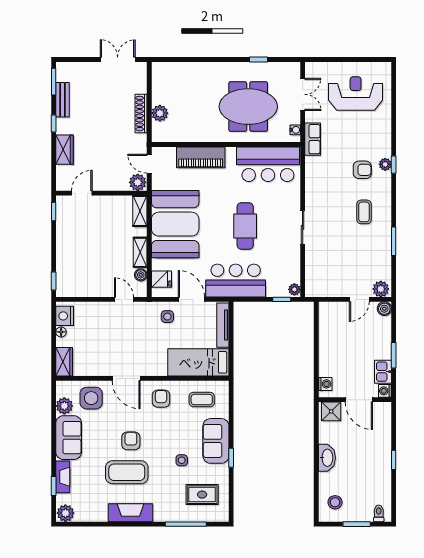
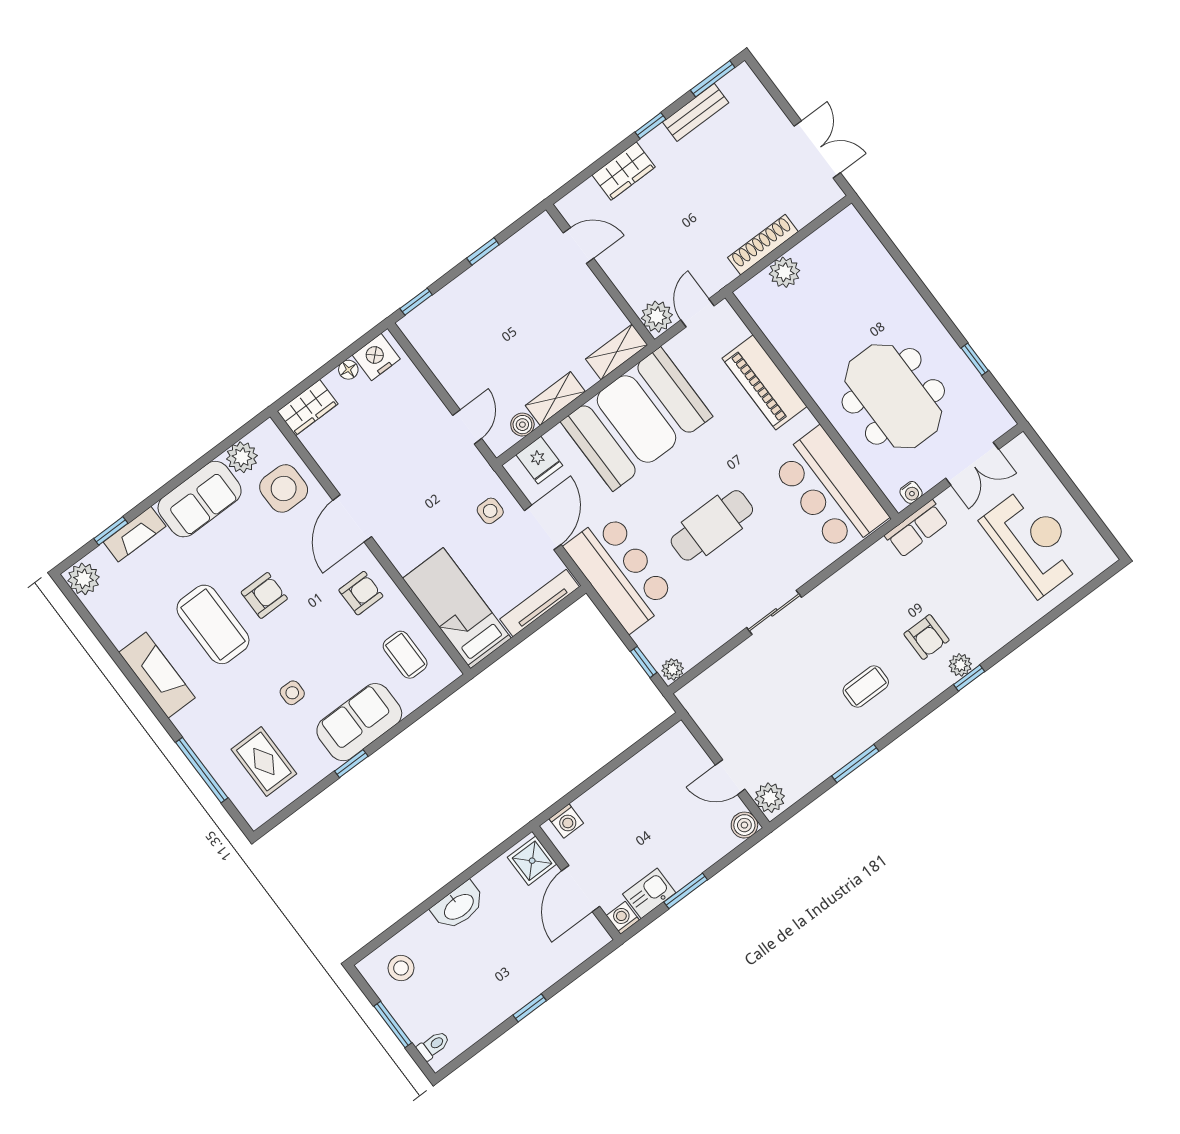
window: (54, 211) -> (483, 251), moved

